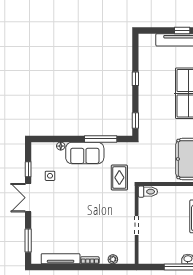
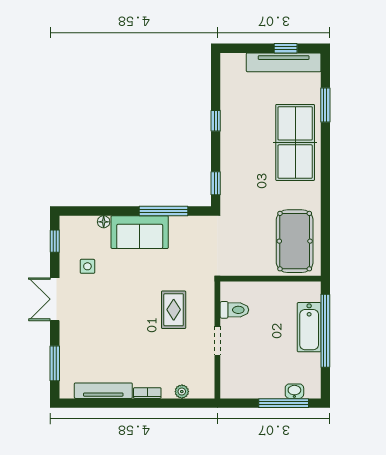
window: (28, 169) -> (55, 241), moved
rug: (119, 178) -> (174, 310), moved
toilet: (148, 192) -> (234, 310), moved

